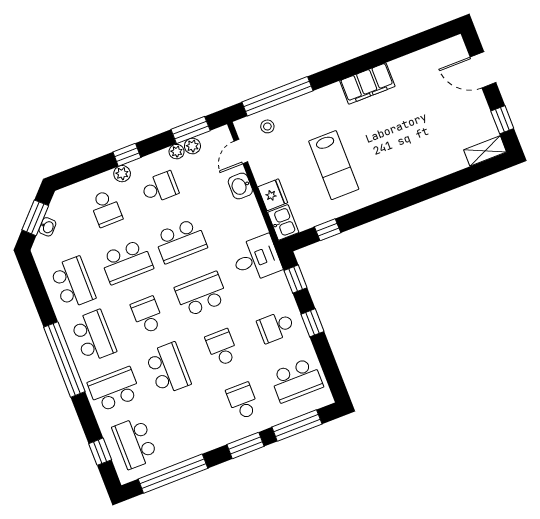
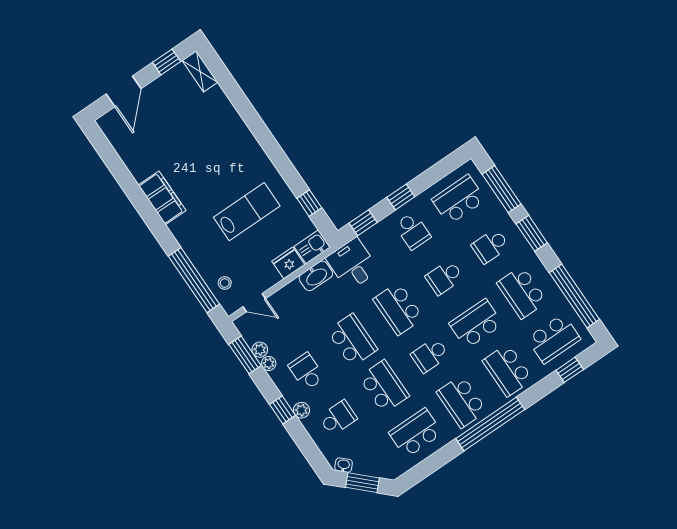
washbasin: (240, 186) -> (316, 276), moved, width x1.38
washbasin: (47, 227) -> (344, 465), moved
school desk: (93, 336) -> (462, 402), turned -90
school desk: (296, 380) -> (459, 200), turned -90
school desk: (189, 422) -> (522, 292), added

